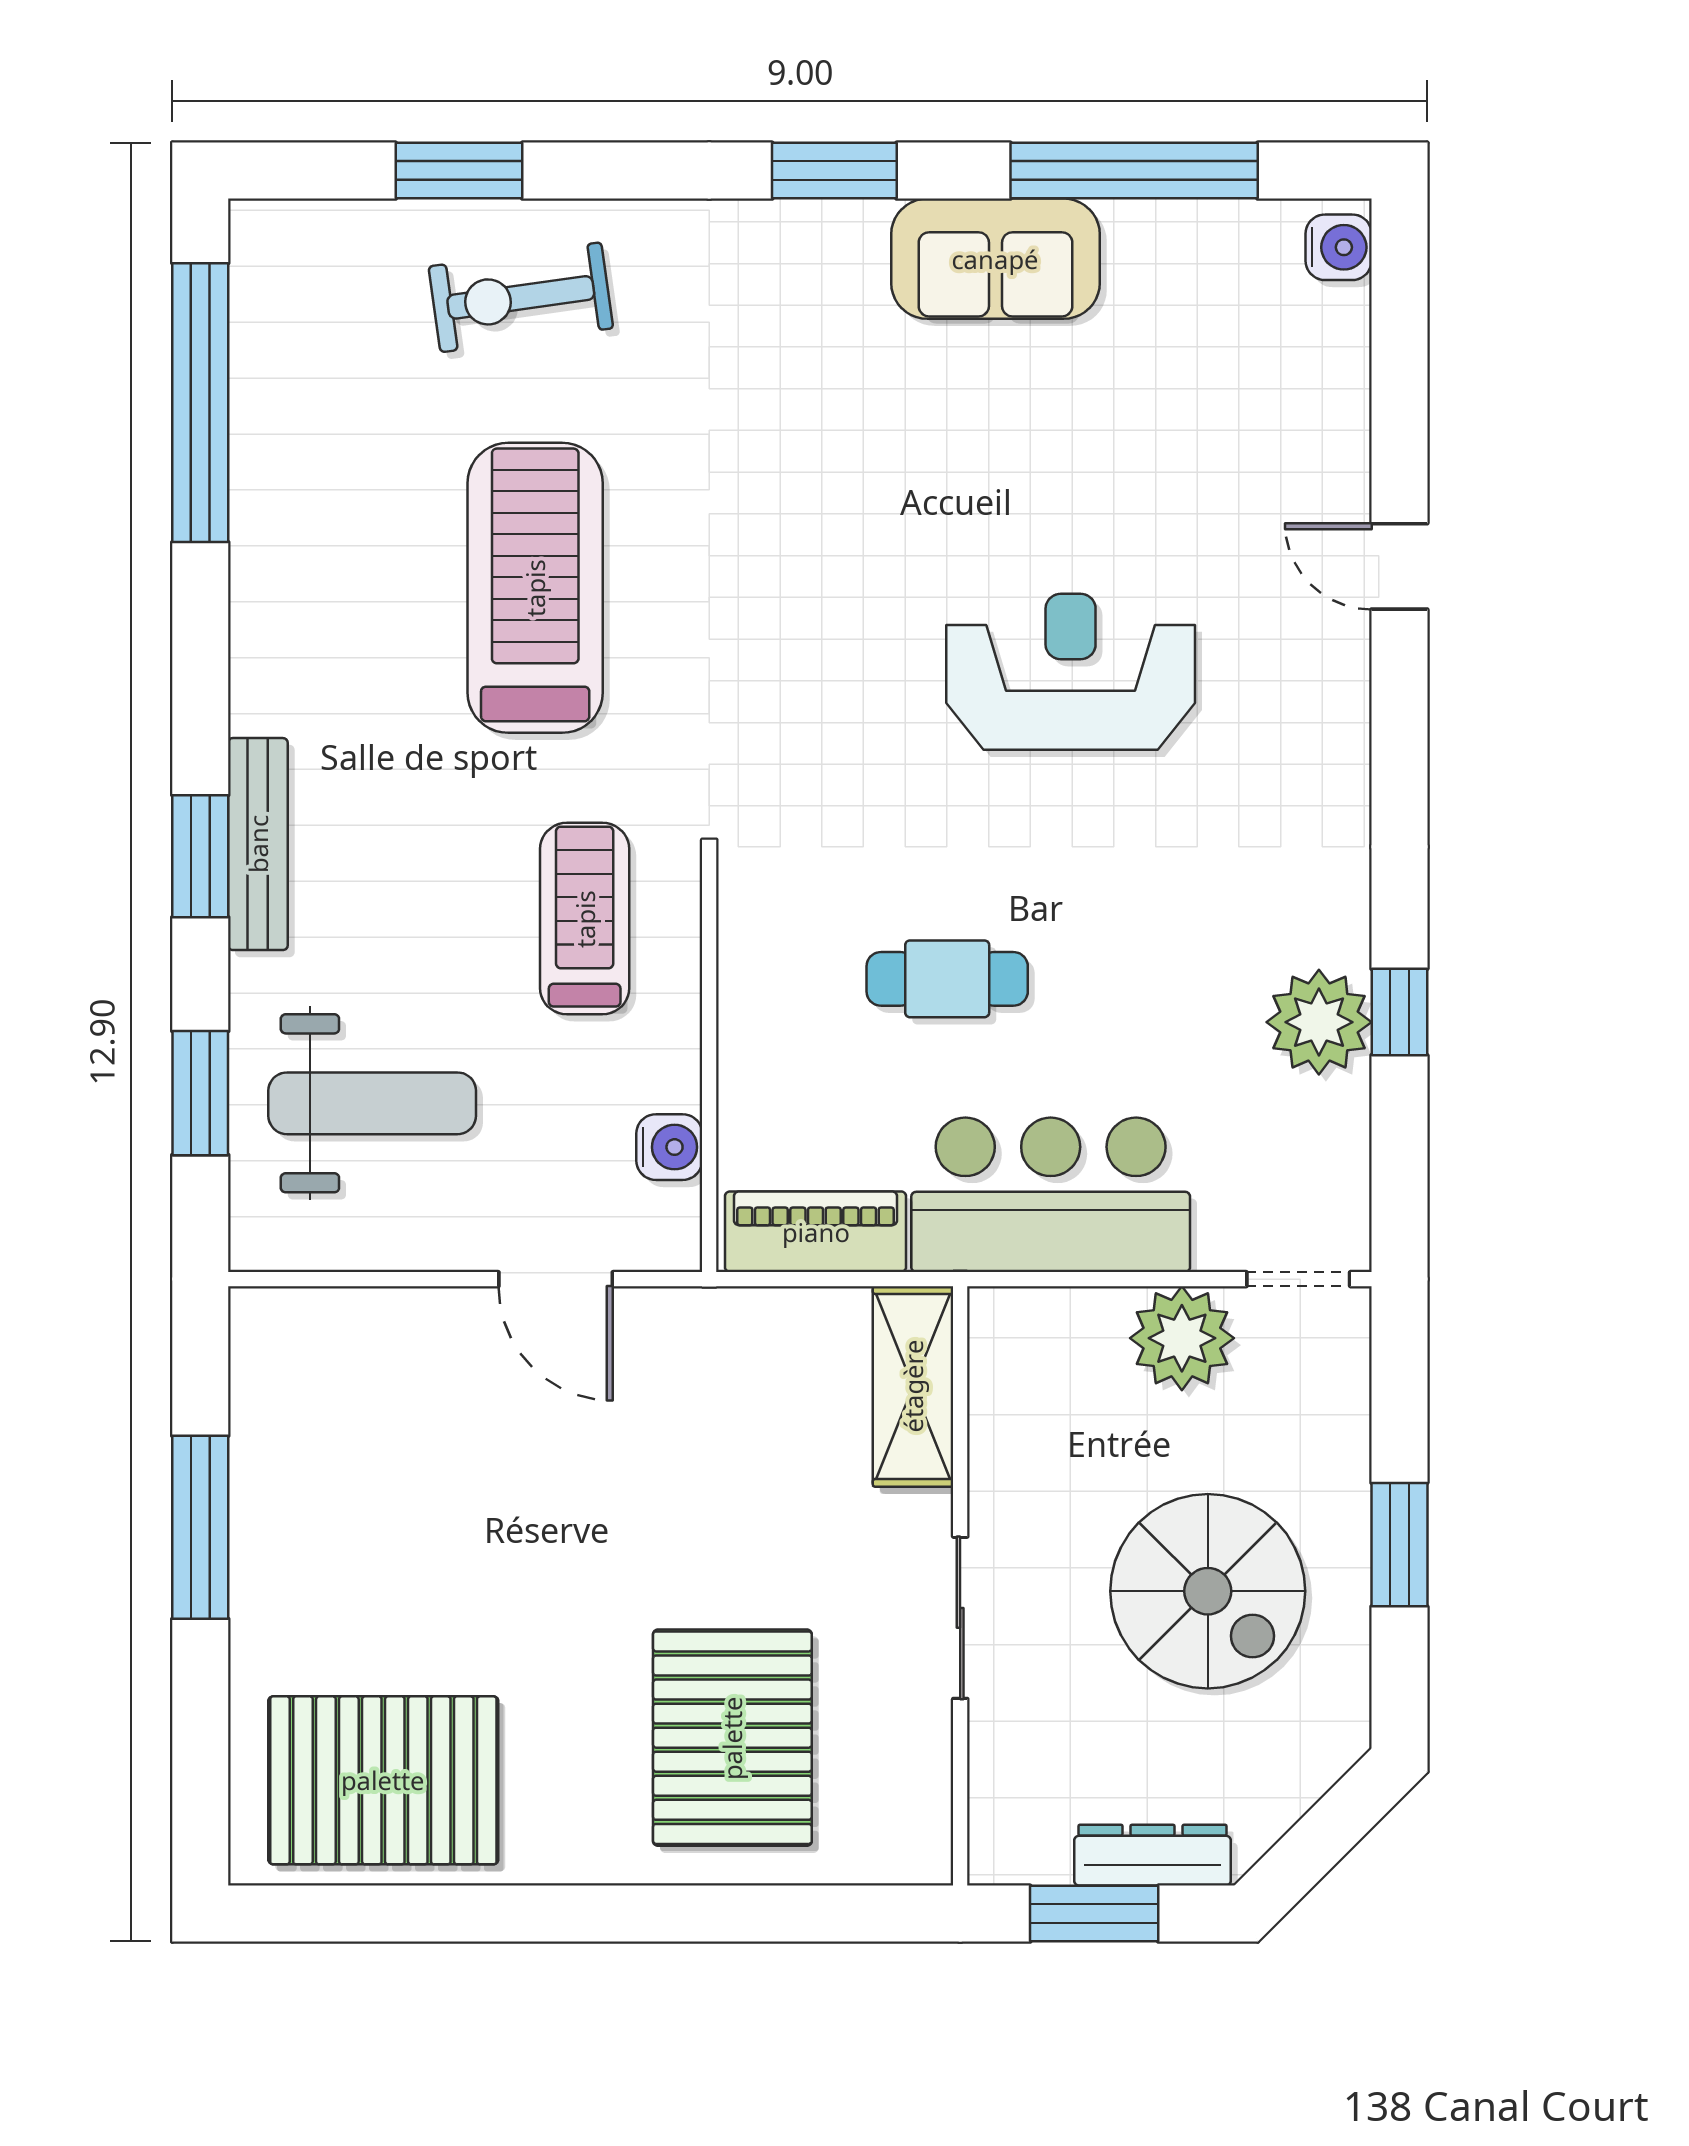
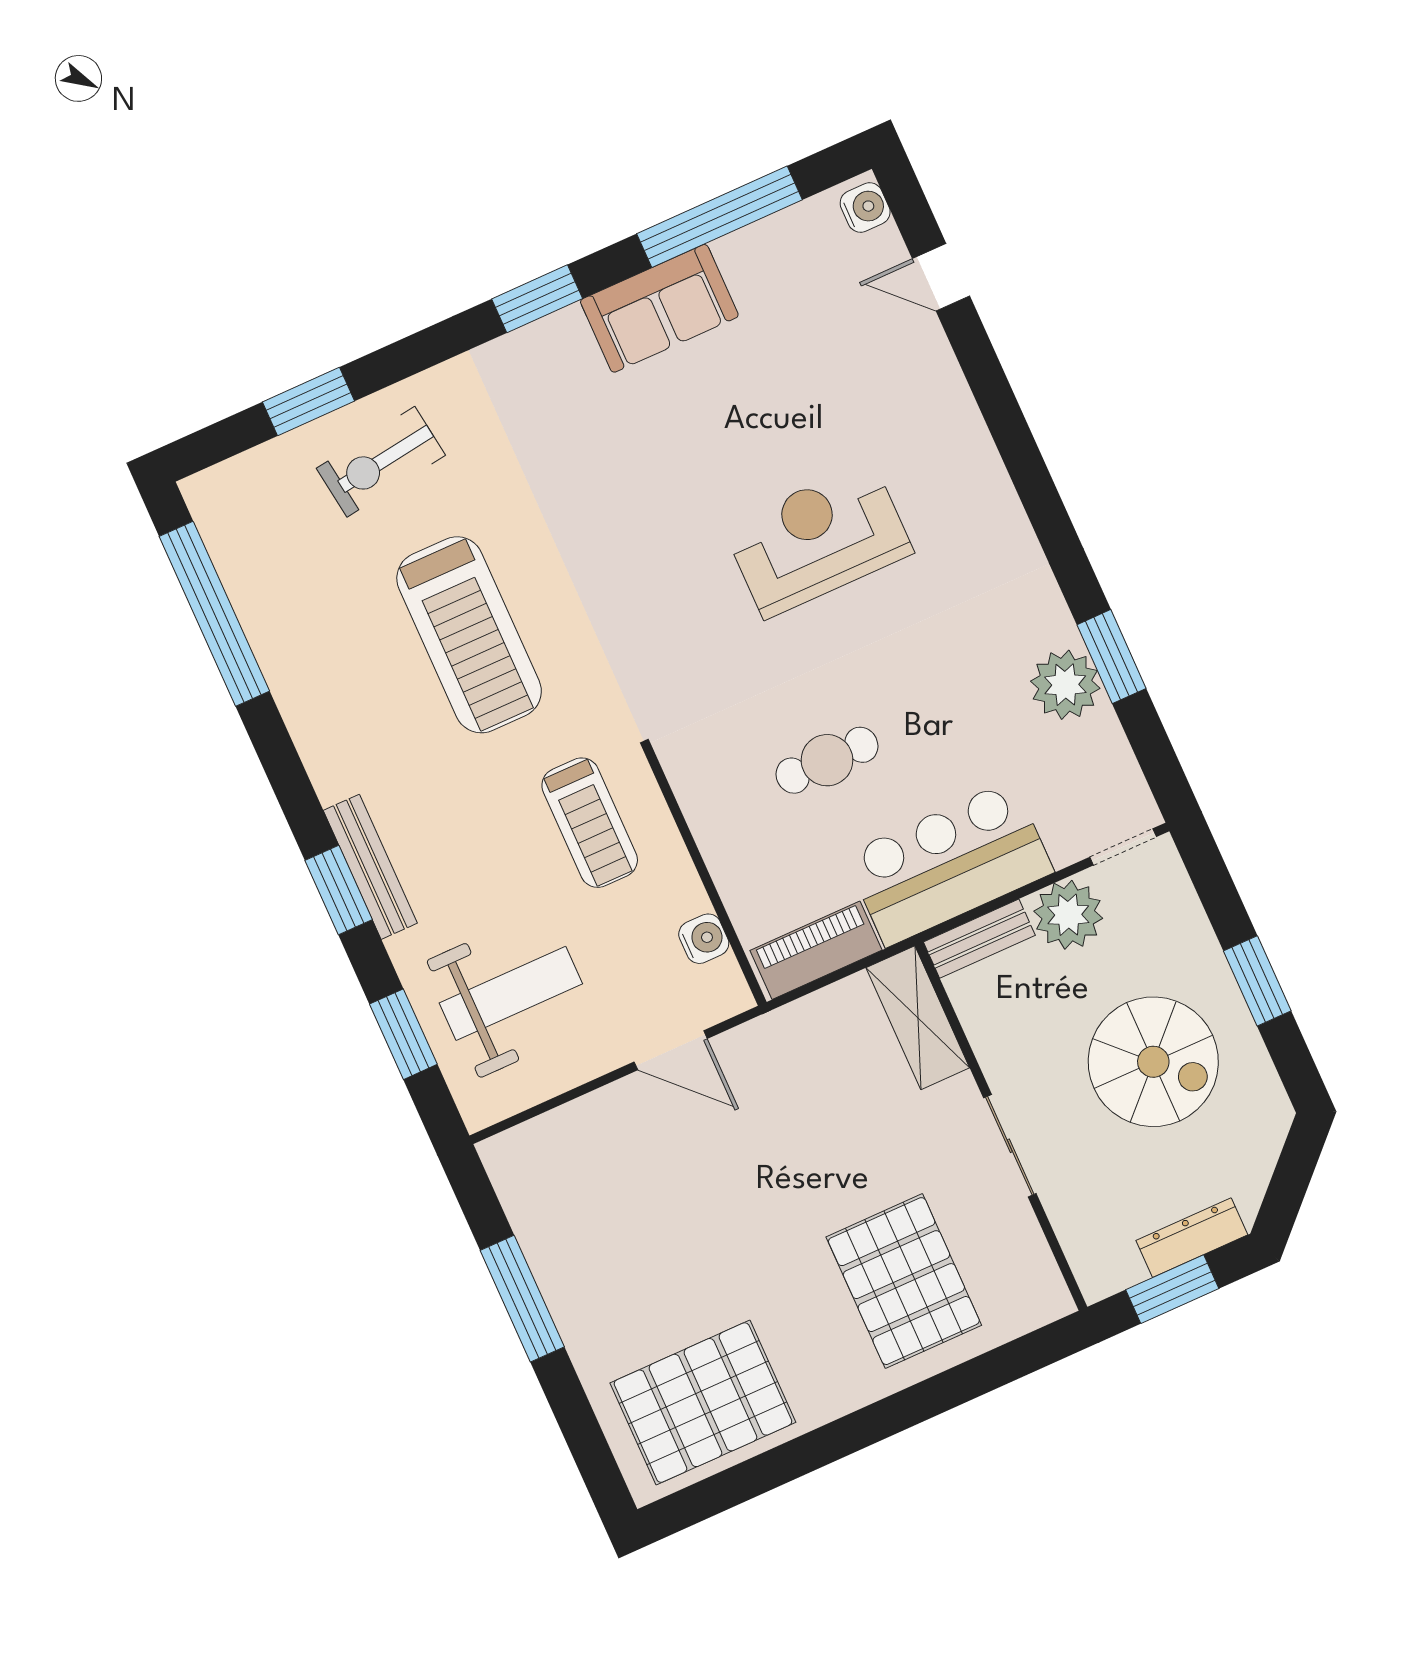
door: (1399, 566) -> (941, 277), moved
treadmill: (535, 588) -> (469, 635), turned 180
treadmill: (585, 919) -> (590, 823), turned 180
window: (1399, 1012) -> (1111, 657), width x1.50
bench: (1046, 1316) -> (979, 939), added

